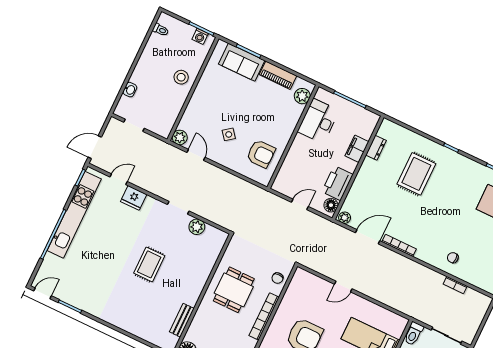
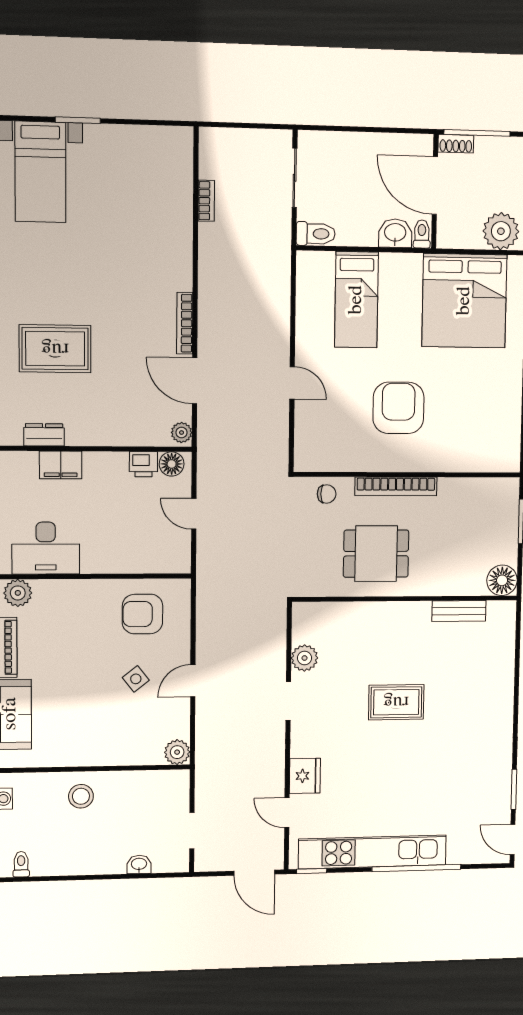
armchair: (261, 154) -> (142, 614), turned -90
door: (196, 155) -> (193, 681), moved
printer: (337, 183) -> (143, 464), width x0.53, depth x0.68
chair: (453, 258) -> (164, 225), removed

